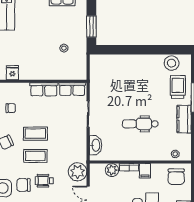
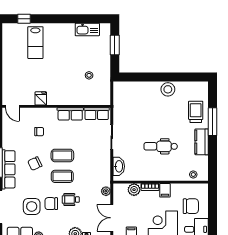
window: (91, 27) -> (115, 45), moved
stool: (172, 63) -> (168, 89), moved
plant: (78, 172) -> (106, 191), width x0.53, depth x0.53
chair: (176, 177) -> (191, 206), moved, turned -90

